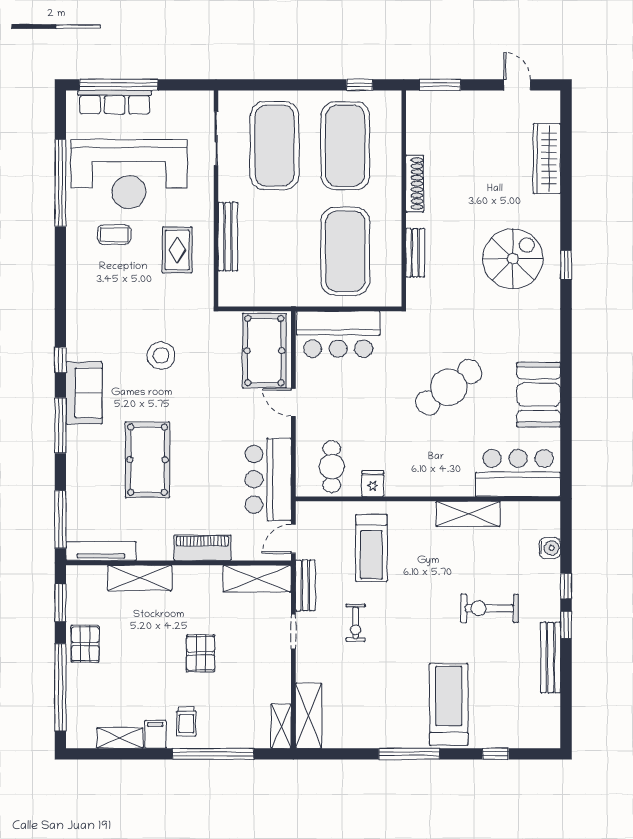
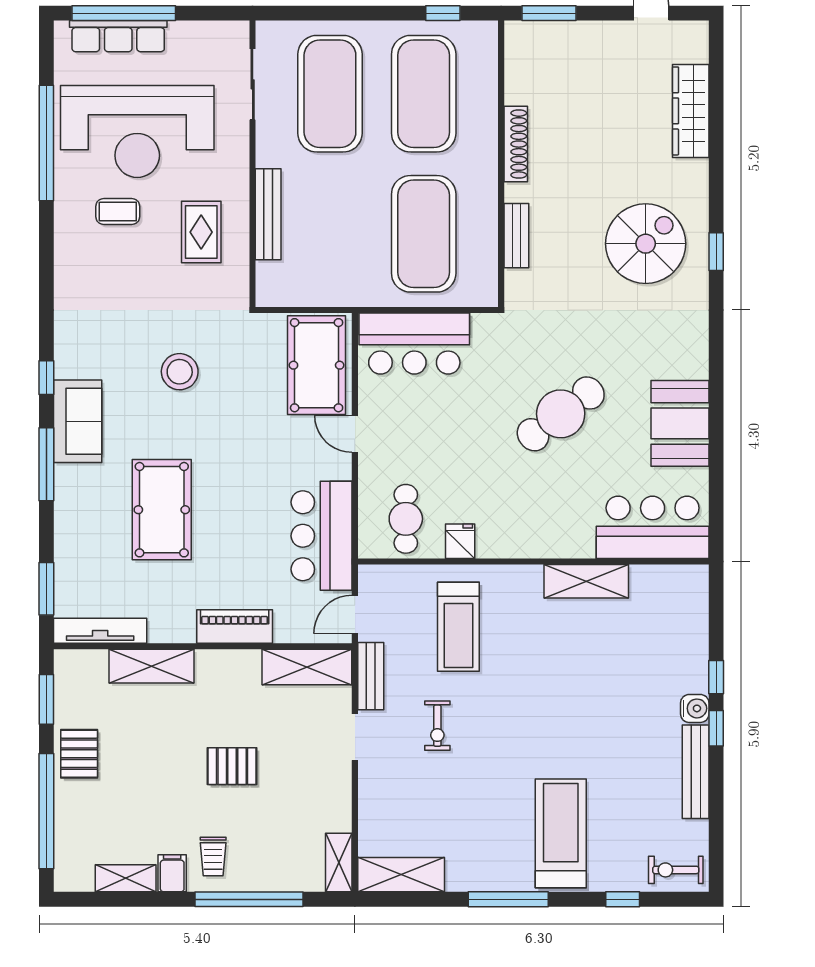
window: (60, 519) -> (46, 589), width x0.69
water cooler: (550, 548) -> (695, 708), moved
exercise bike: (489, 608) -> (676, 870), moved, width x0.73, depth x0.72
pallet: (201, 653) -> (232, 766), turned 90
shelving: (309, 716) -> (401, 875), moved, turned 90

